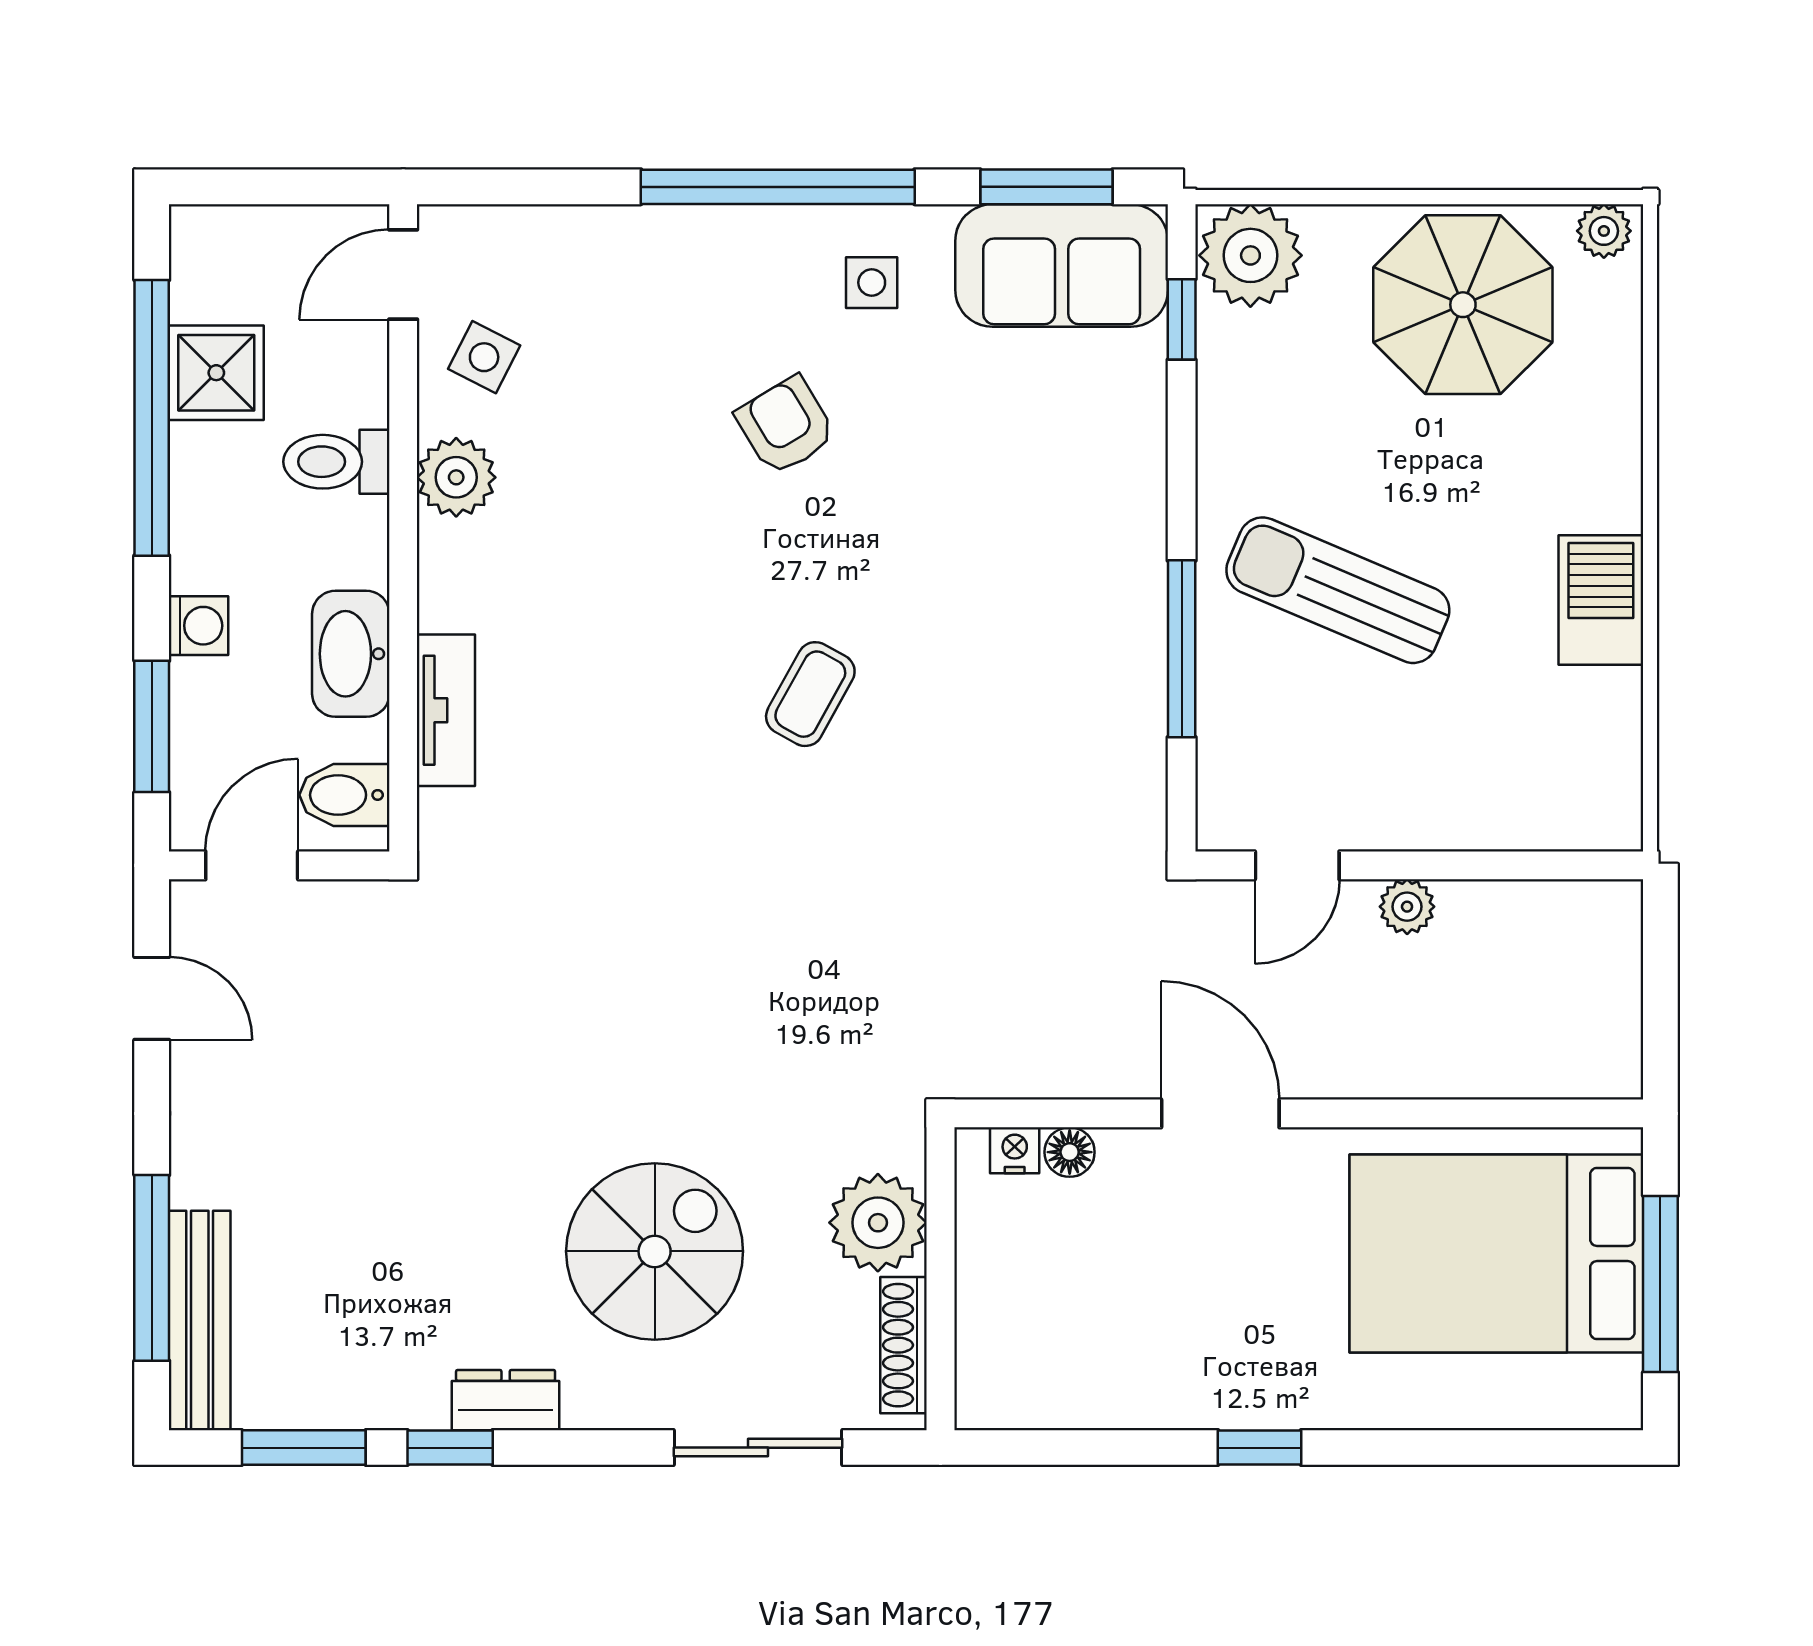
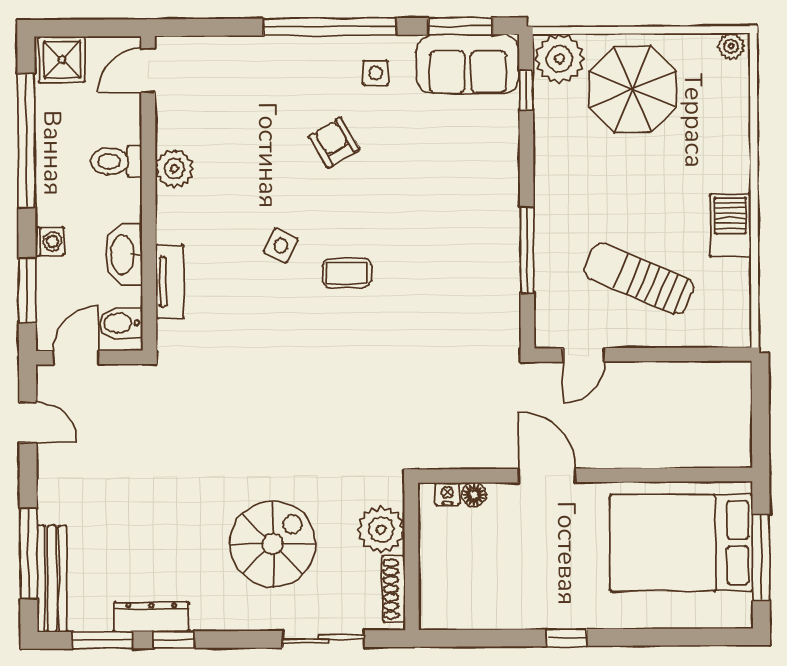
parasol: (1463, 305) -> (633, 89), moved
side table: (484, 357) -> (281, 245), moved
shower: (216, 373) -> (62, 60), moved
sun lounger: (1338, 590) -> (639, 279), moved
coffee table: (810, 694) -> (347, 273), turned 61
plant: (1407, 907) -> (637, 375), removed
dresser: (506, 1400) -> (151, 617), moved, width x1.44

